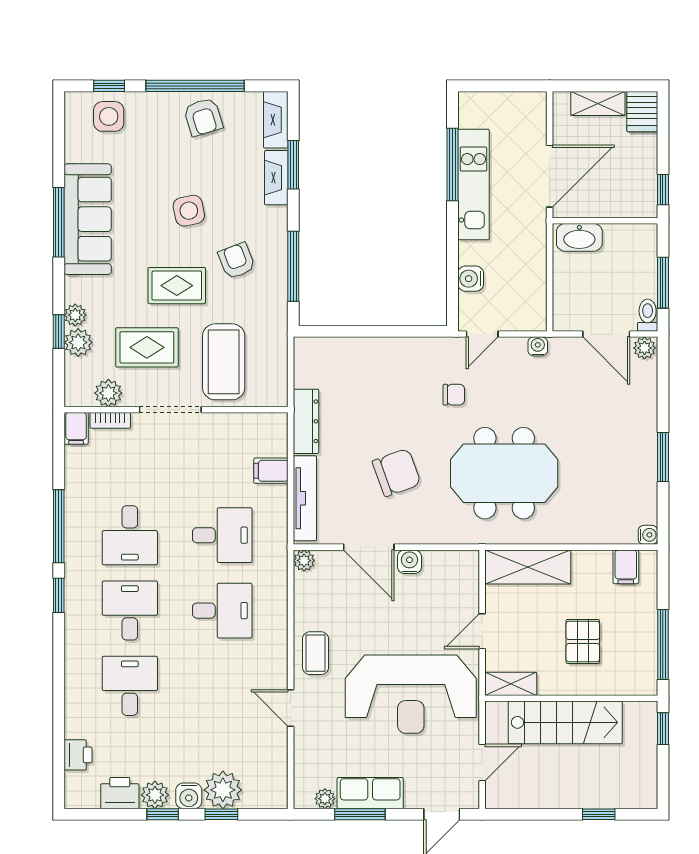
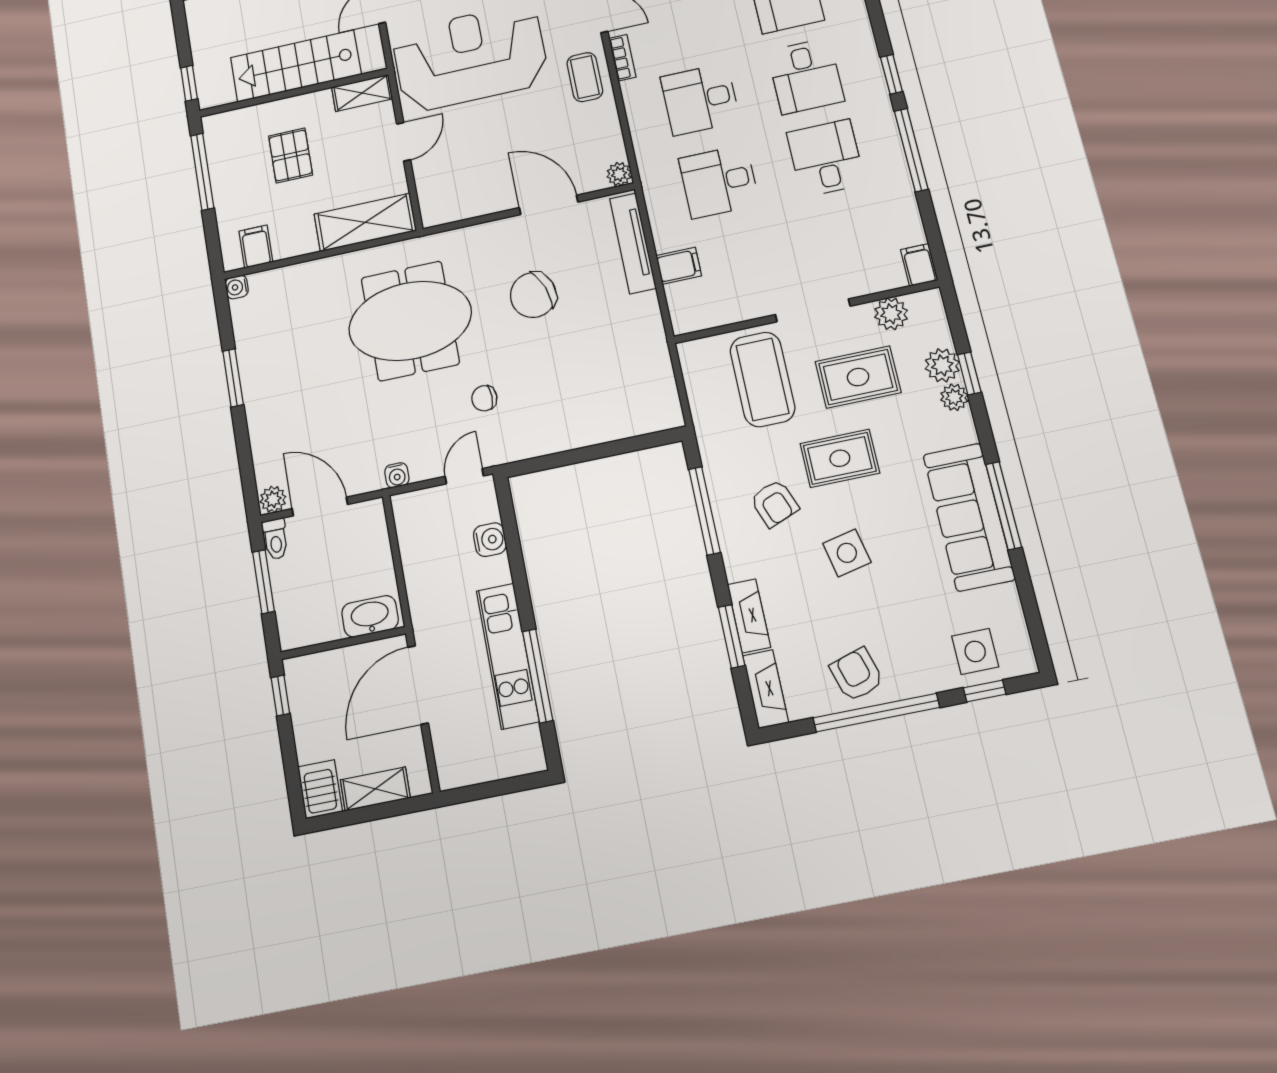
bookcase: (110, 420) -> (622, 58), moved, turned 90
dresser: (306, 421) -> (650, 331), removed
water cooler: (409, 562) -> (499, 199), removed

